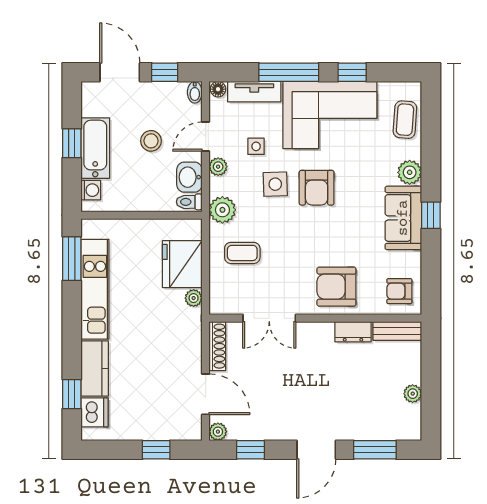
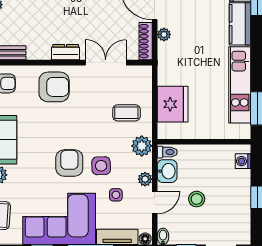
bathtub: (95, 148) -> (240, 193), removed
plant: (194, 298) -> (164, 34), moved
dresser: (353, 332) -> (66, 52), moved

